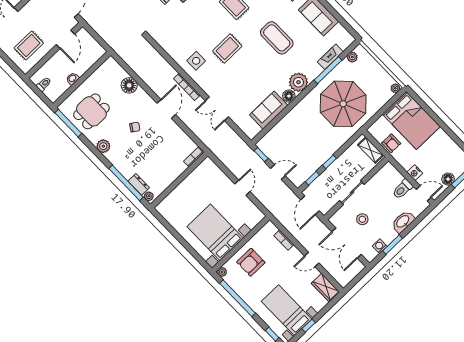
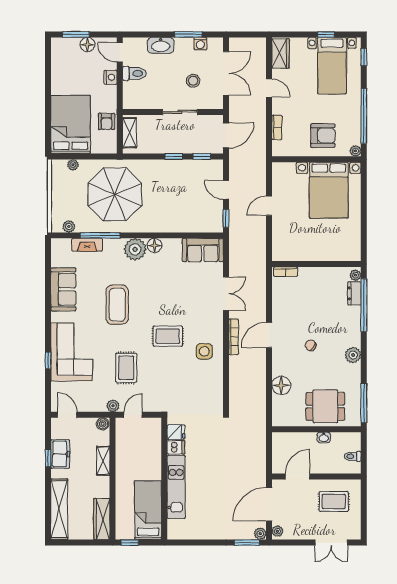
plant: (395, 88) -> (73, 165), moved
sofa: (269, 110) -> (203, 250), moved
dining table: (91, 111) -> (325, 406), moved
armchair: (391, 143) -> (106, 121), turned 180

